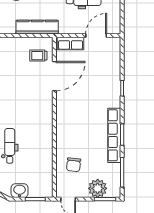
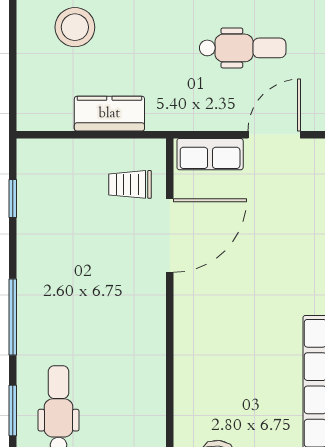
kitchen counter: (37, 27) -> (109, 114), width x0.67

